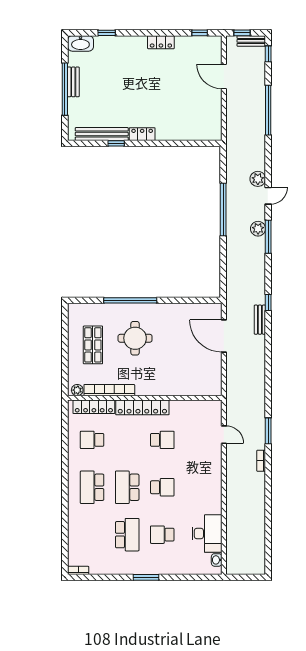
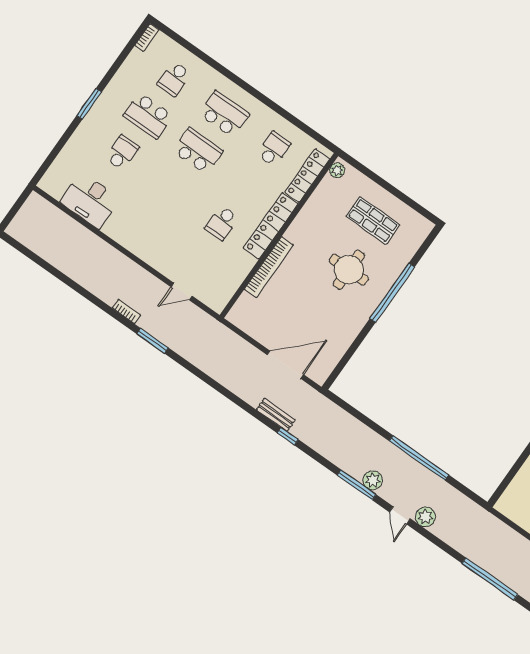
bookcase: (109, 390) -> (269, 267), moved
school desk: (162, 487) -> (174, 79), moved
washbasin: (217, 560) -> (55, 191), removed

